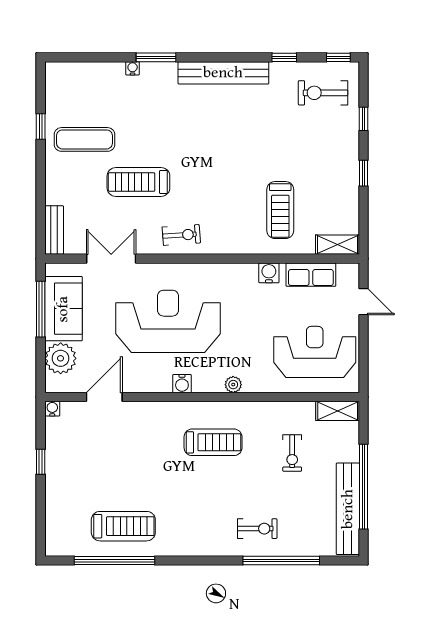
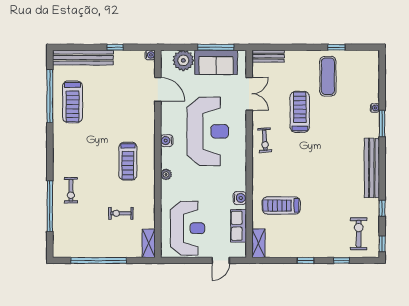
bench: (348, 509) -> (83, 58), moved

